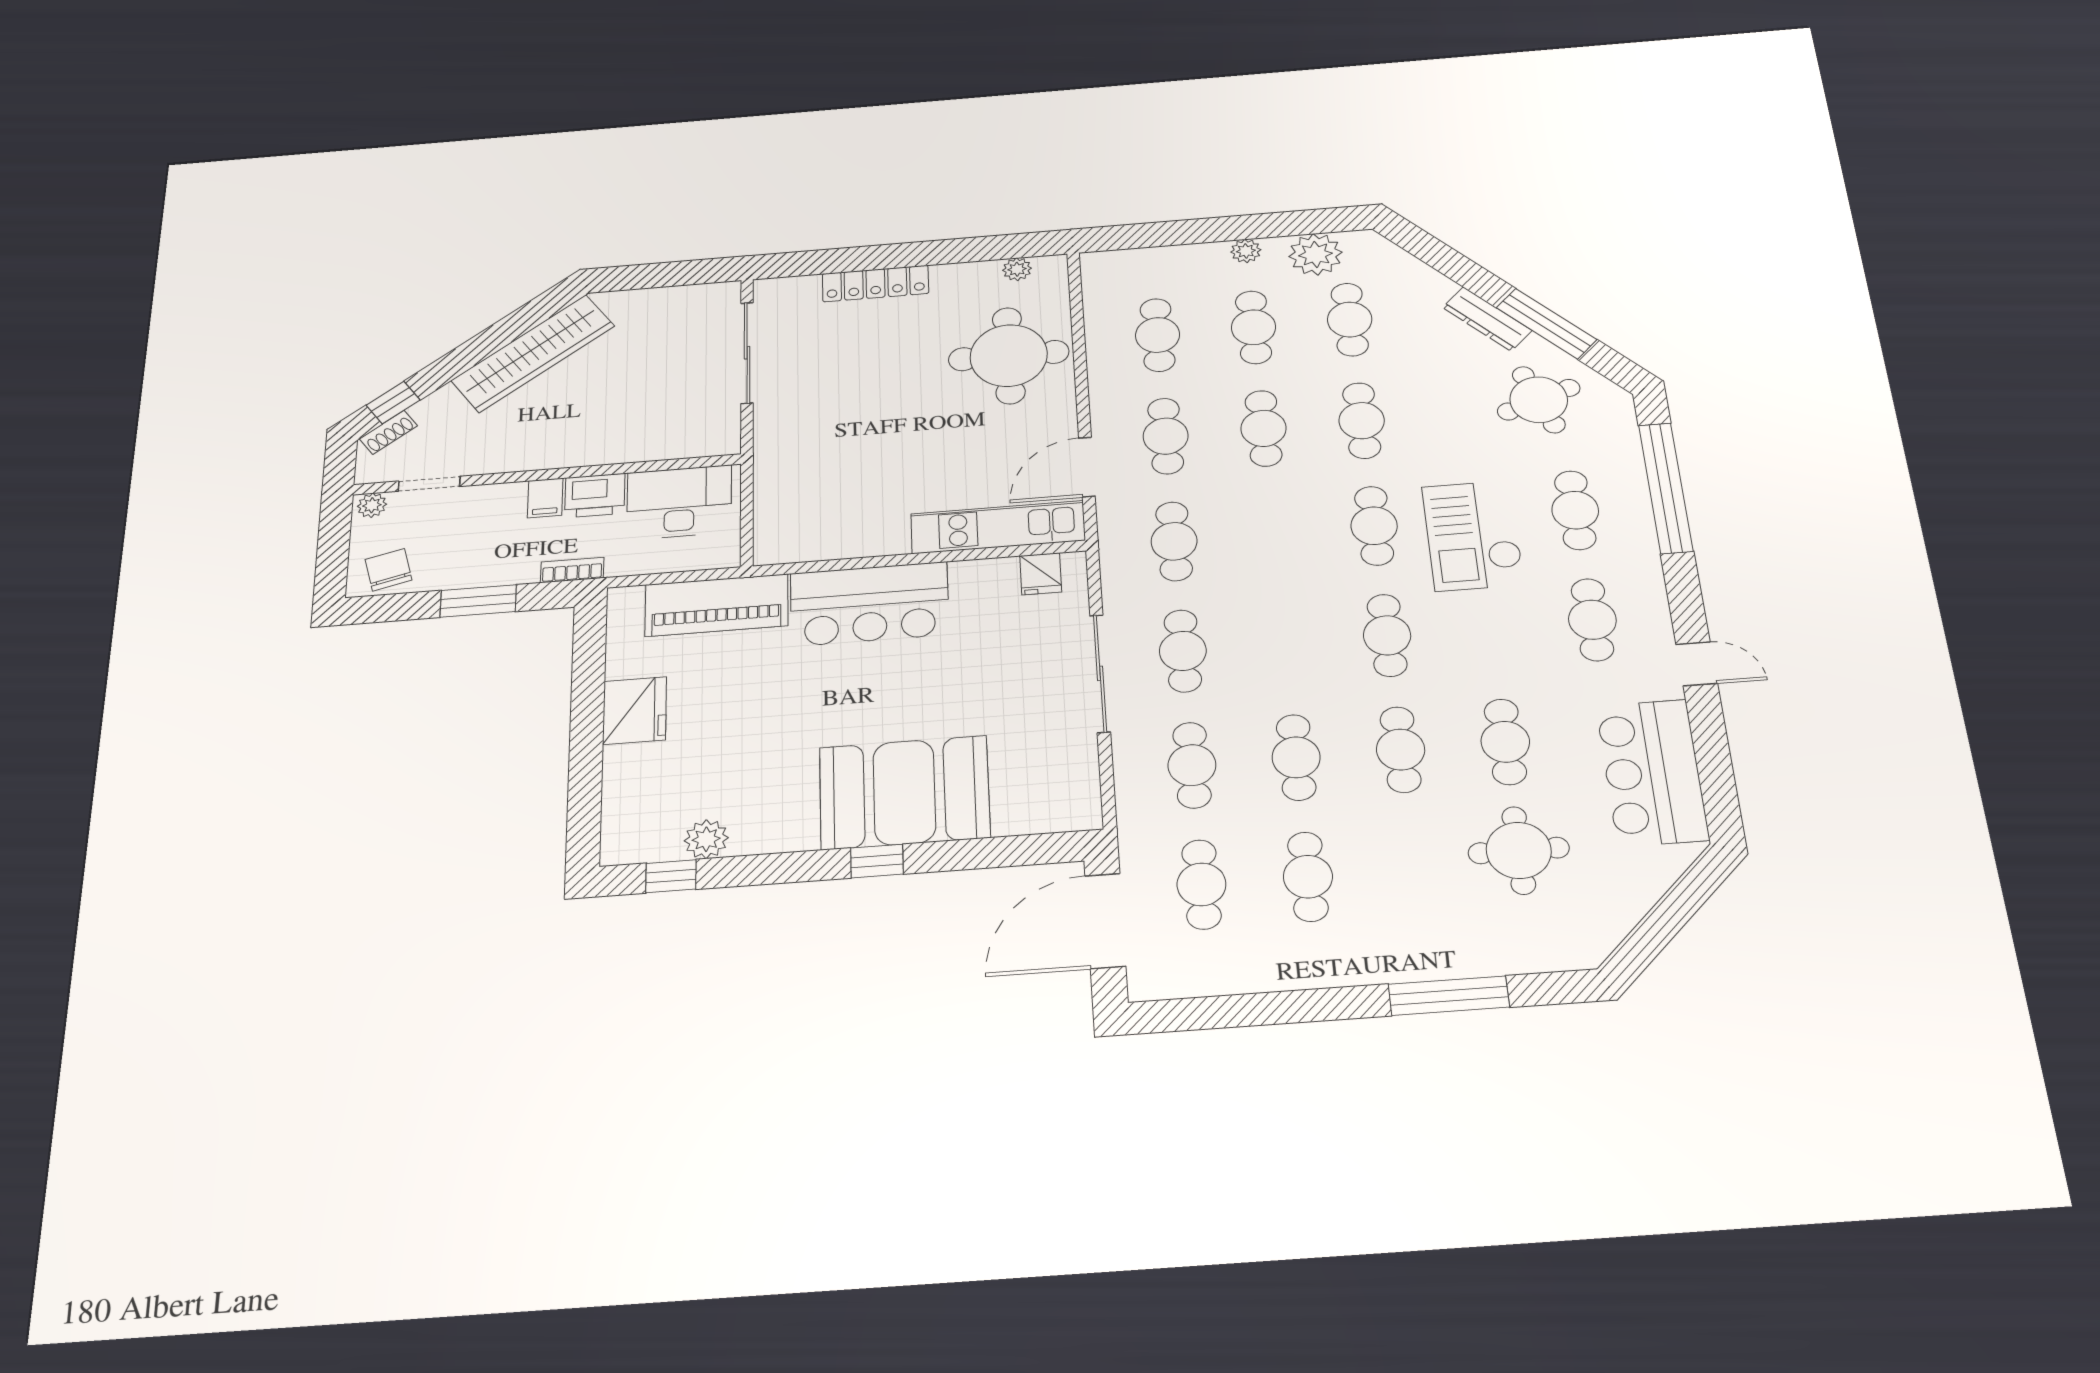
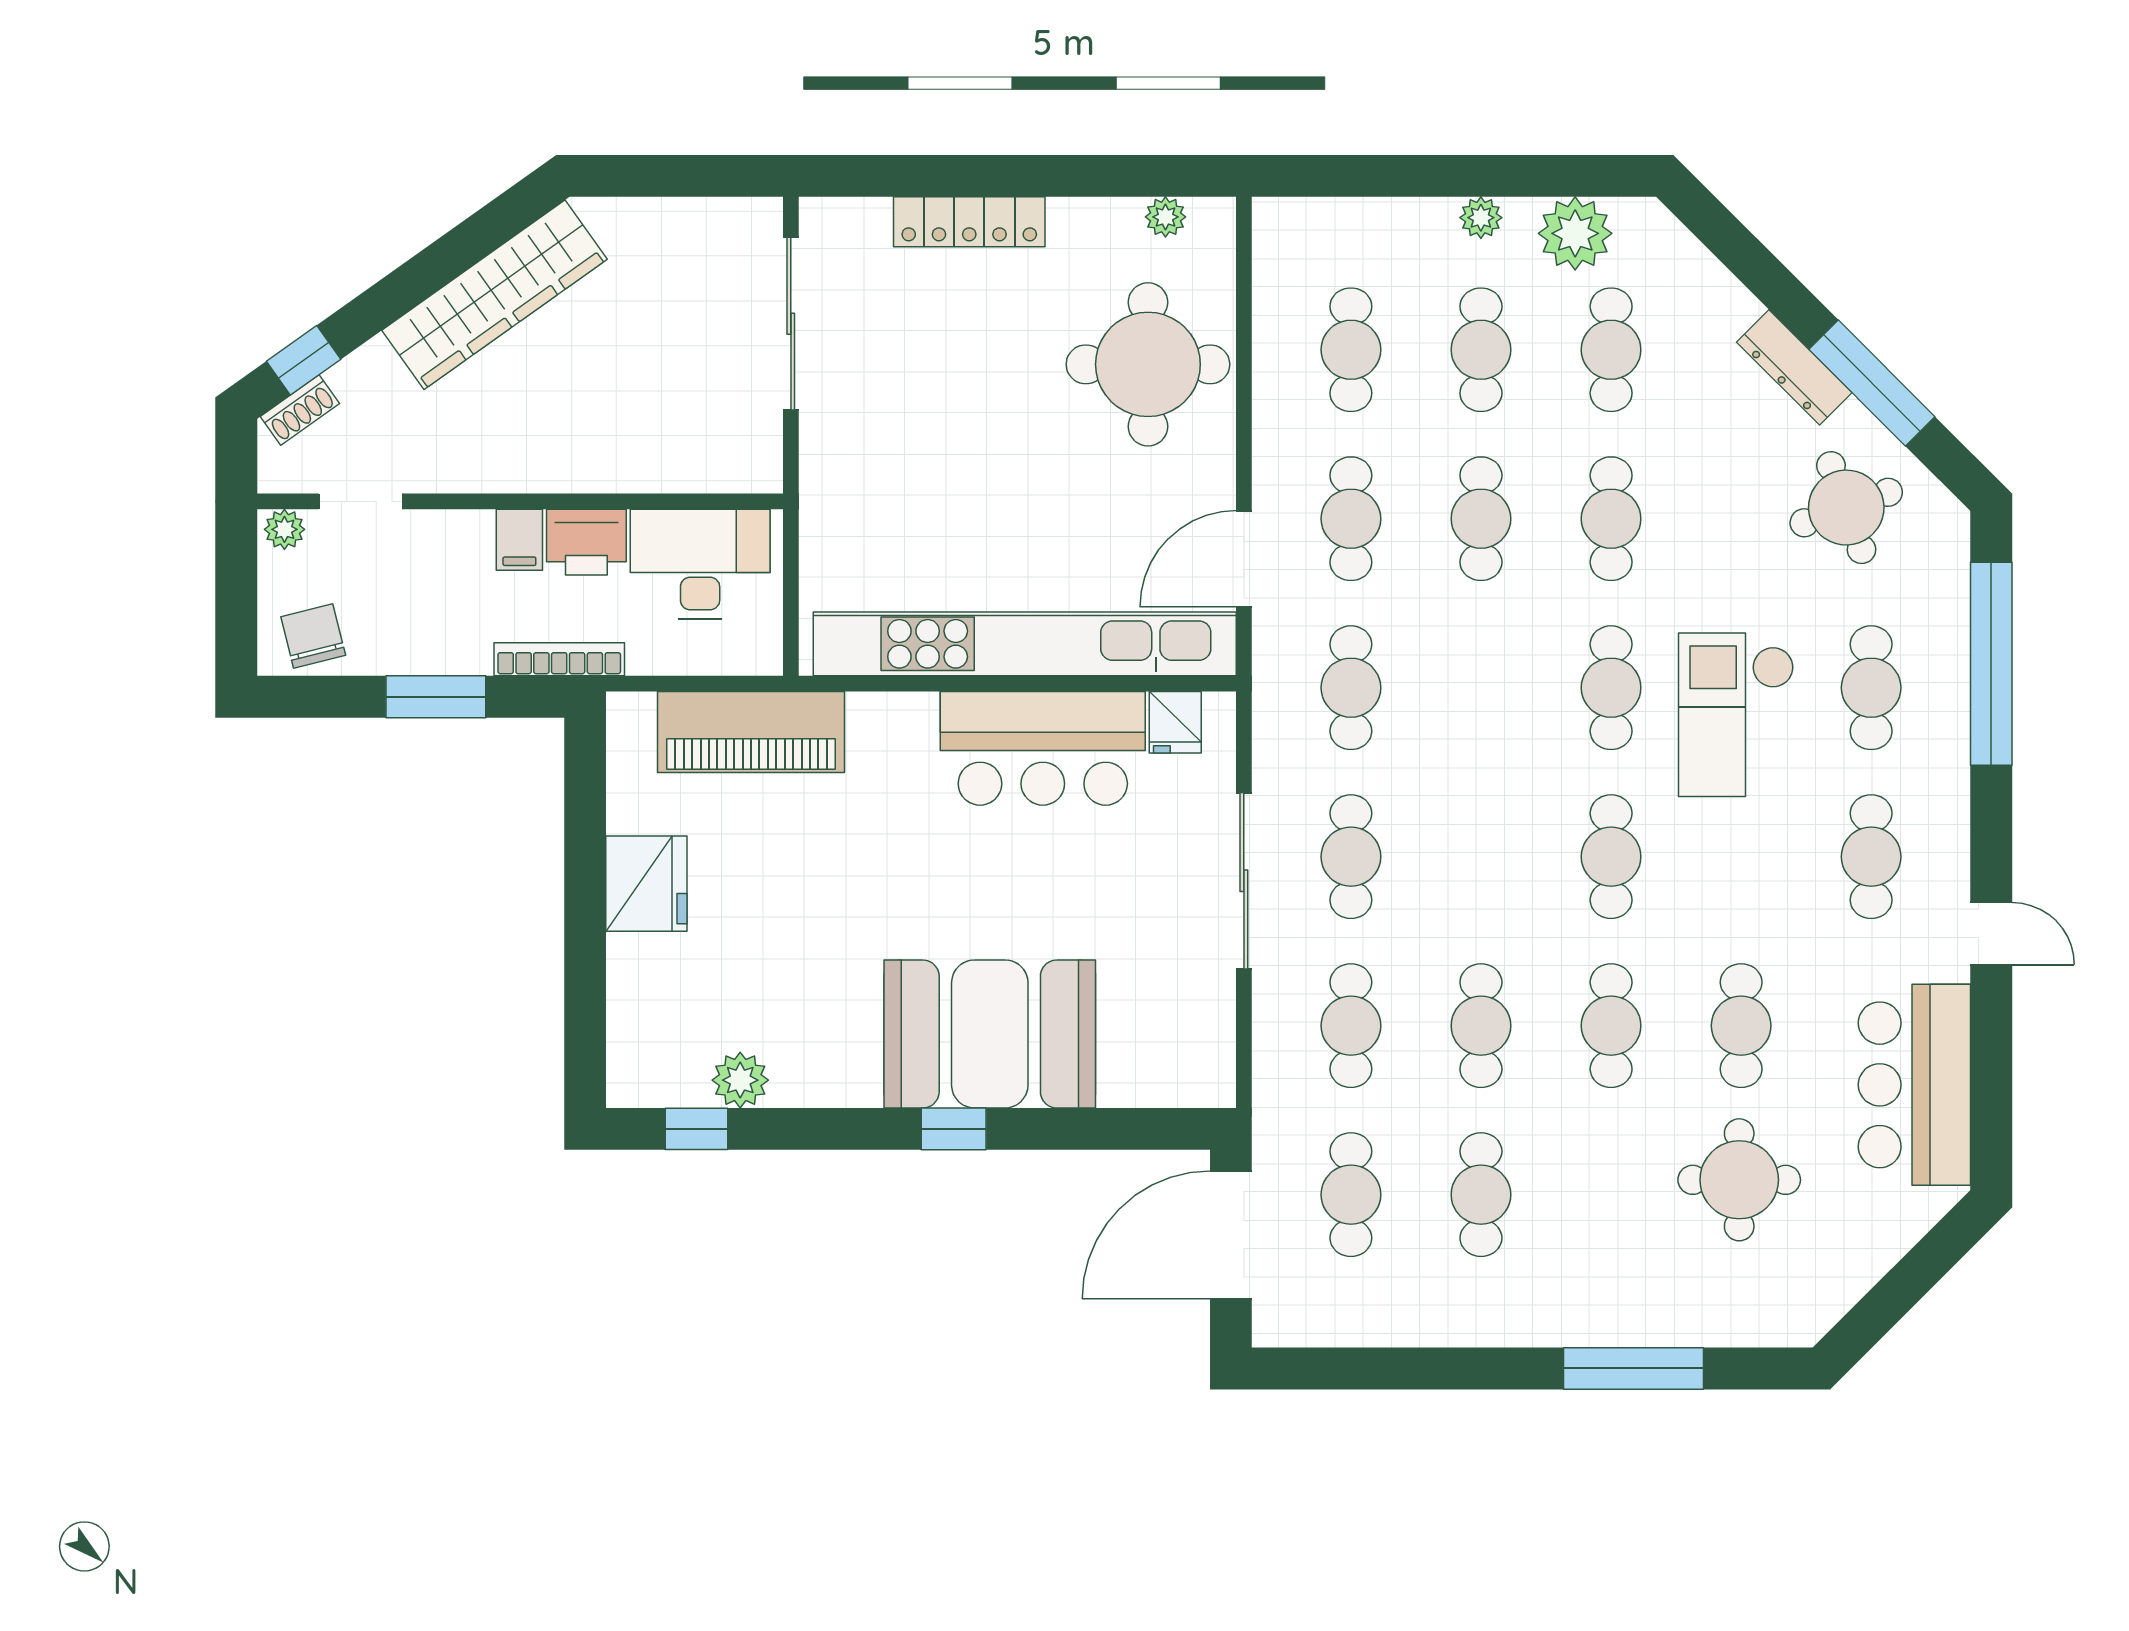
kitchen unit: (998, 527) -> (1025, 644), width x1.86
bookcase: (572, 570) -> (559, 659), width x1.56
bar counter: (869, 604) -> (1043, 748), moved

